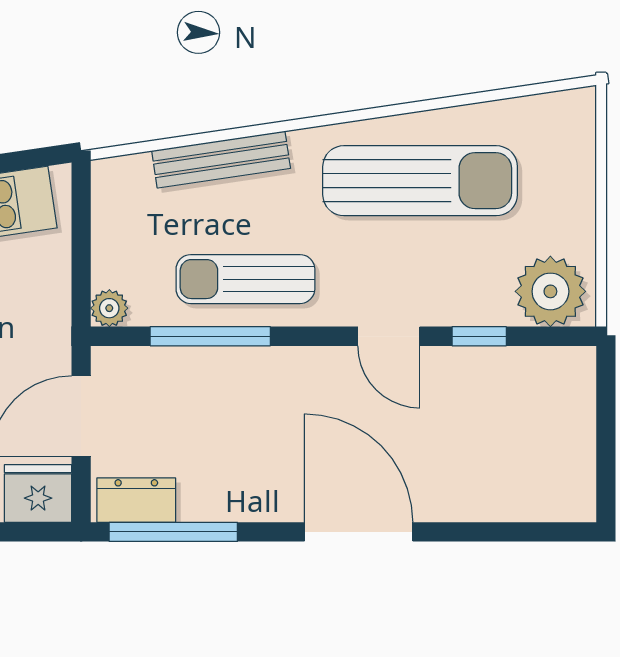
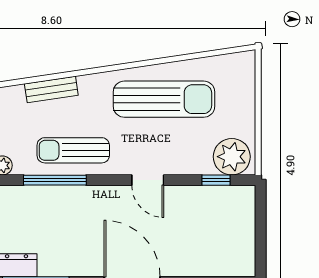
bench: (221, 160) -> (51, 90), width x0.73
window: (479, 336) -> (216, 180), moved

